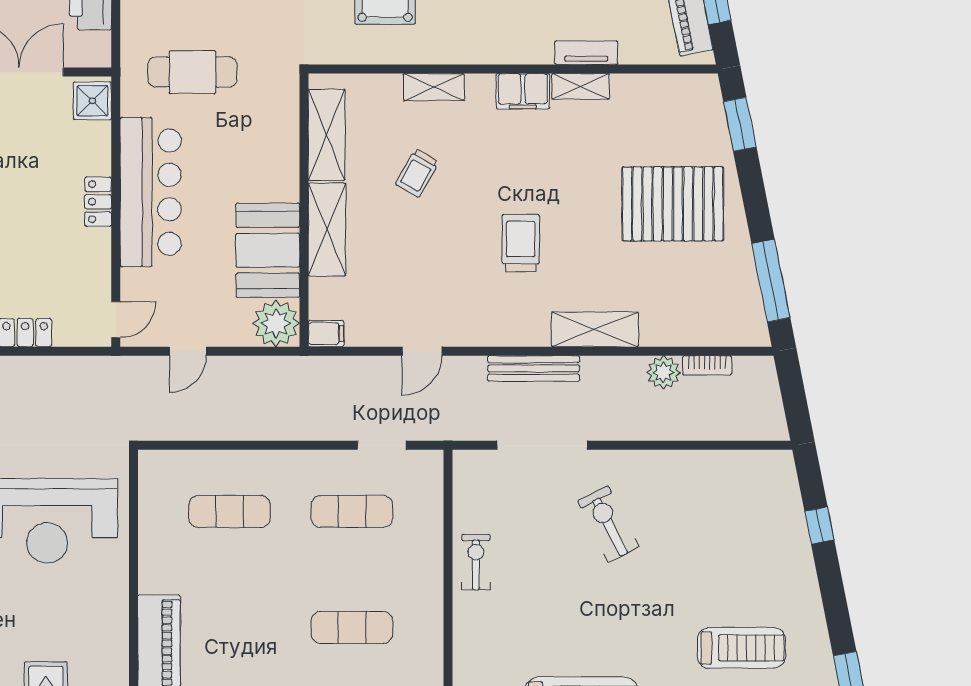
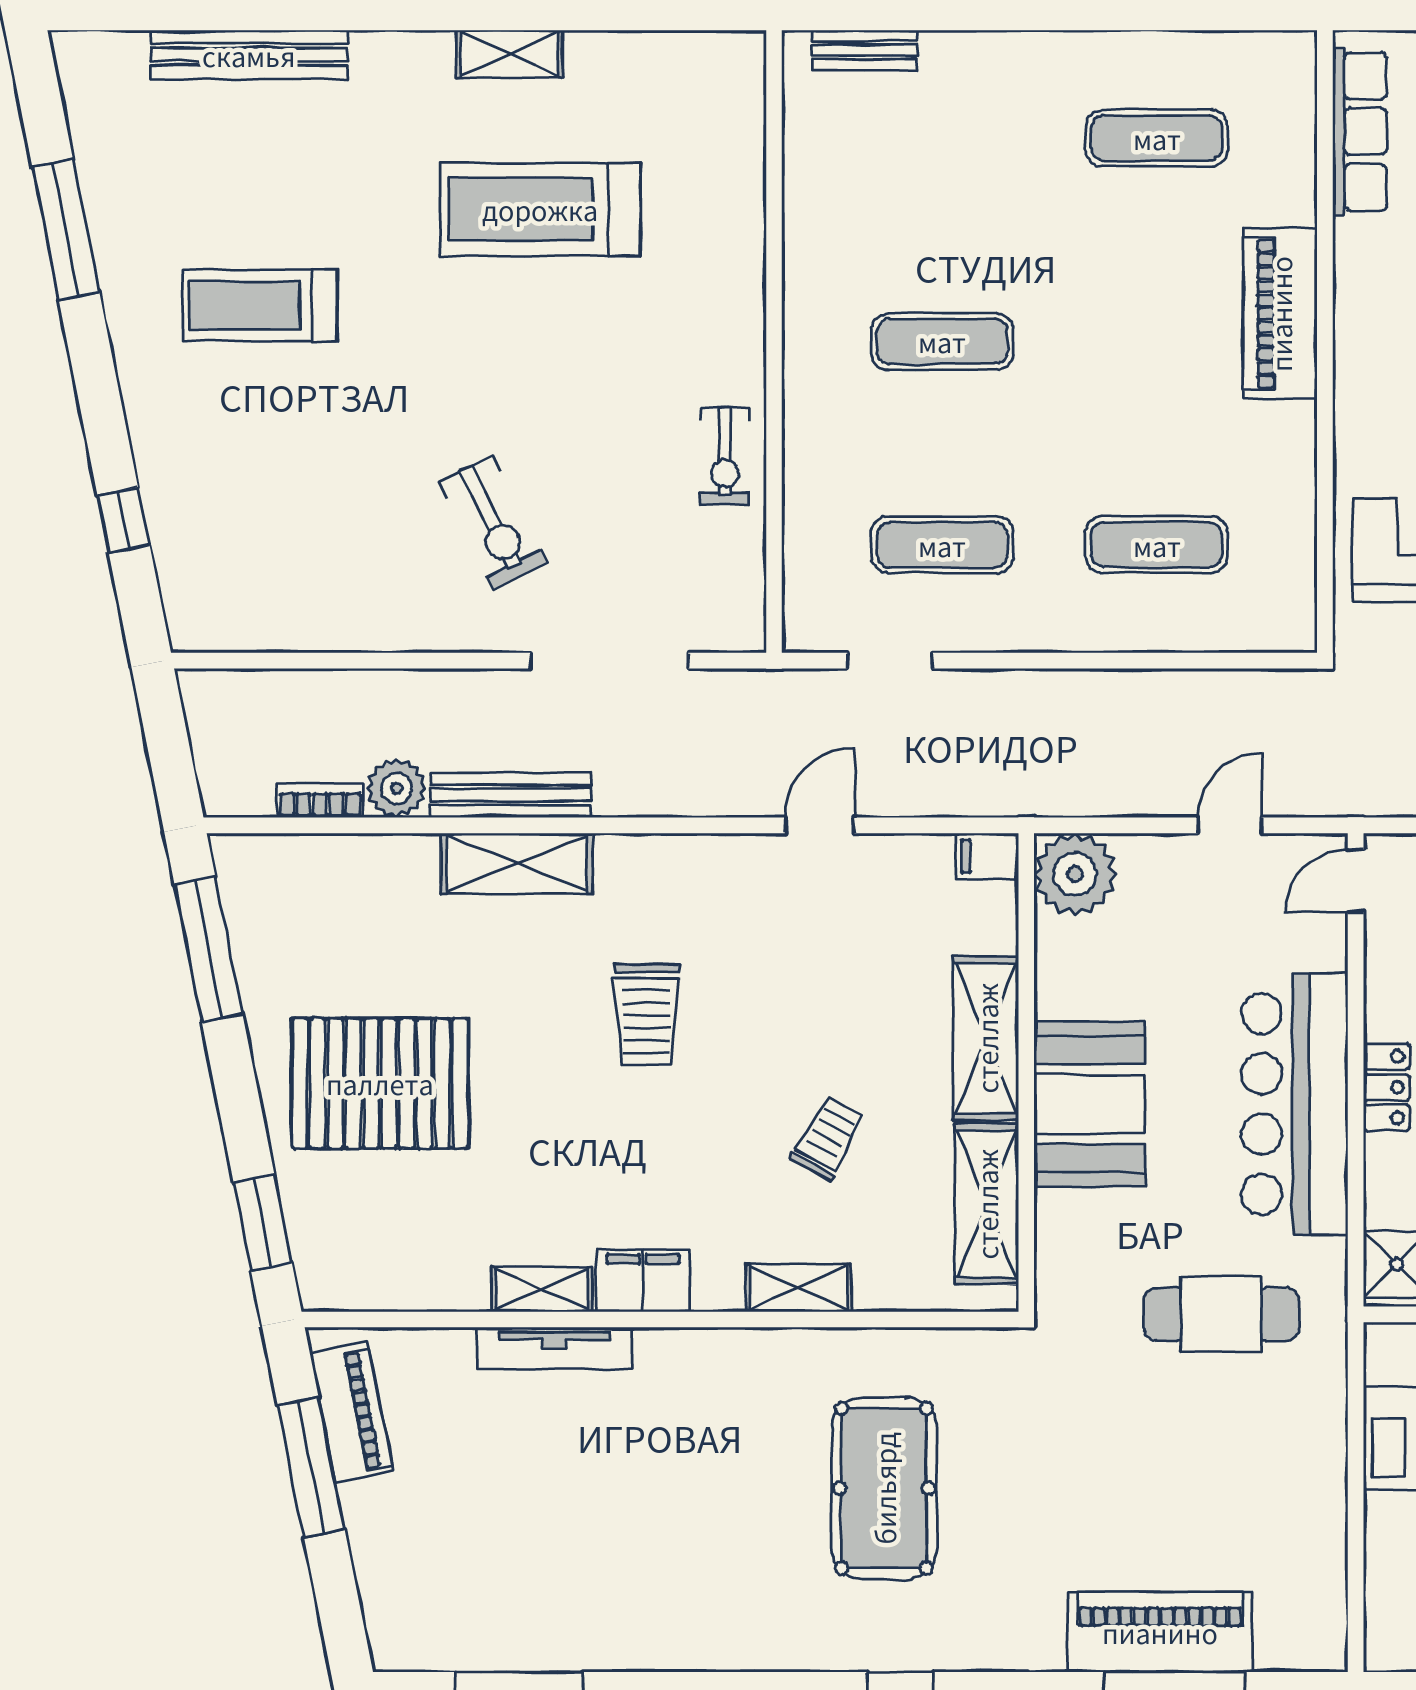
tv unit: (586, 53) -> (554, 1348), width x1.41
booth: (268, 250) -> (1090, 1104), moved
bench: (534, 368) -> (510, 795), moved

